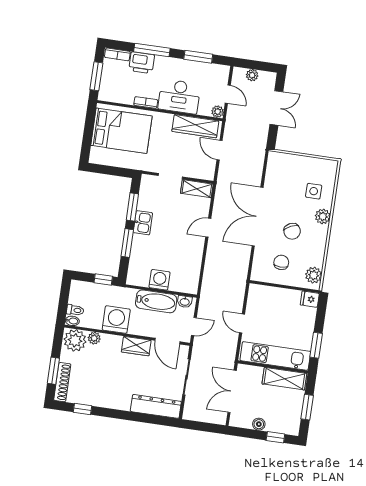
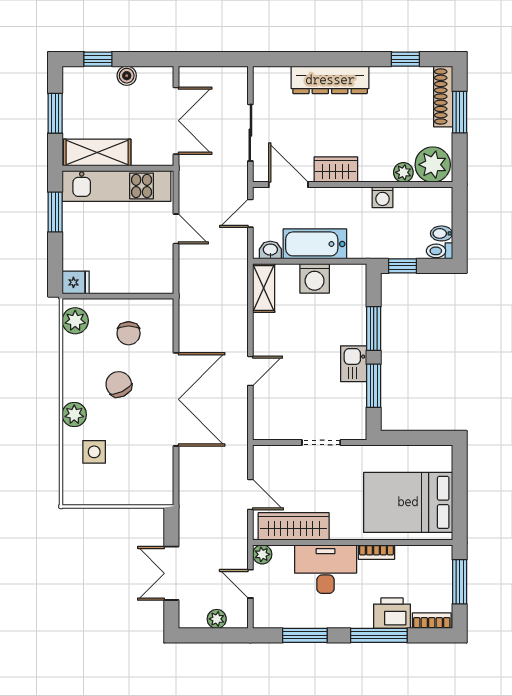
shelving: (197, 189) -> (264, 288), moved, turned 90
toilet: (75, 310) -> (439, 251), moved
washing machine: (116, 320) -> (382, 197), width x0.53, depth x0.53
bidet: (72, 321) -> (441, 233), moved
dresser: (156, 406) -> (330, 80), moved

